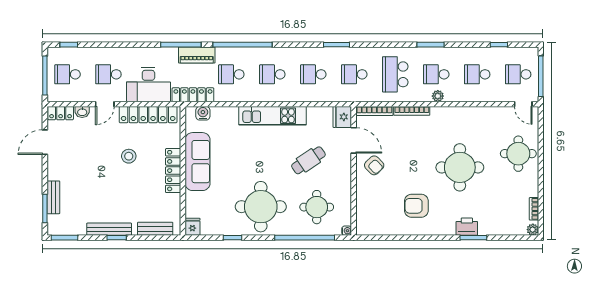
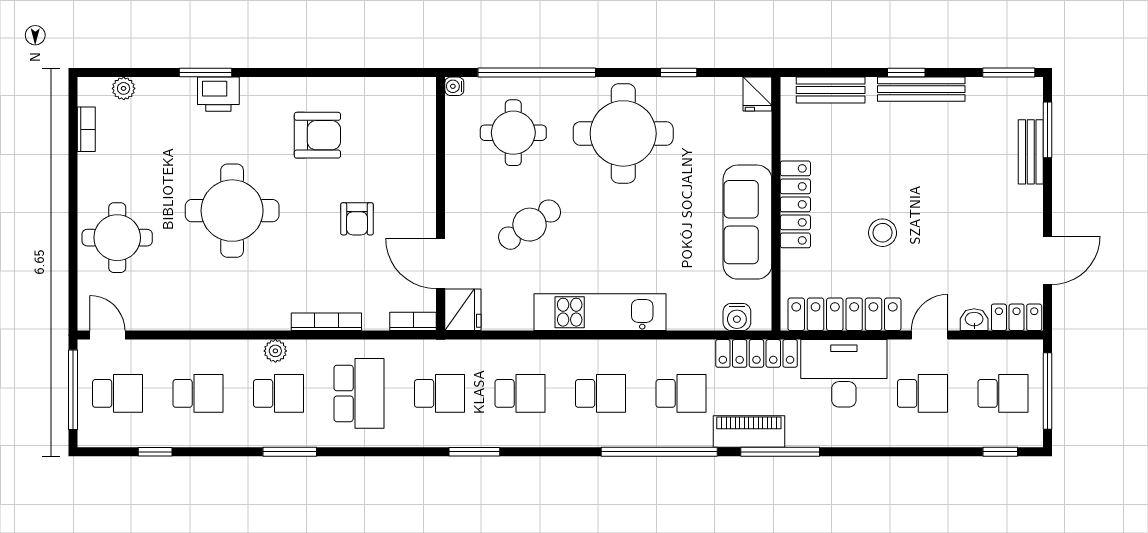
bookcase: (374, 111) -> (413, 321), width x0.64
armchair: (374, 165) -> (357, 219), moved, turned -136
plant: (533, 230) -> (124, 88), moved

